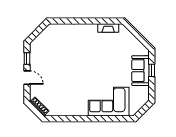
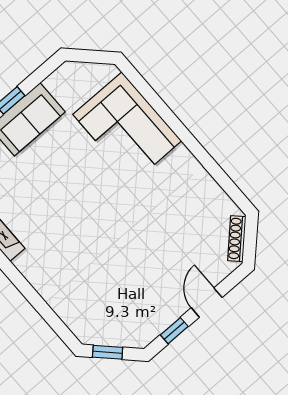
window: (39, 30) -> (108, 352), added

